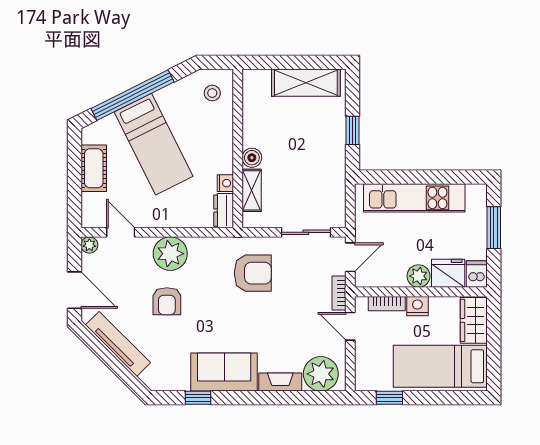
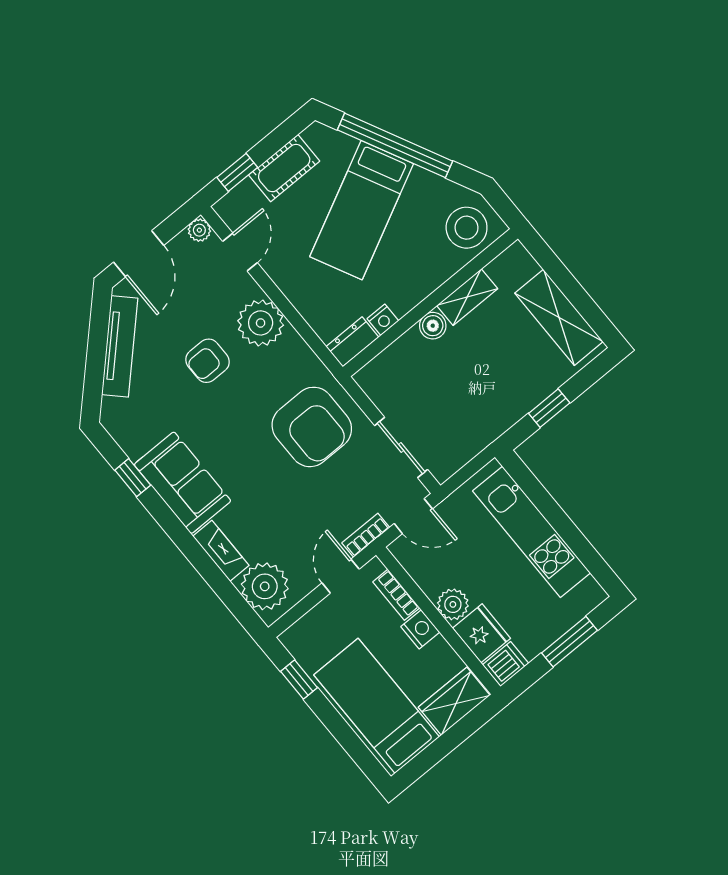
stool: (212, 93) -> (467, 228), width x1.89, depth x1.89
shelving: (252, 190) -> (467, 297), moved
window: (74, 197) -> (237, 172), added
armchair: (253, 273) -> (312, 427), width x1.36, depth x1.36

